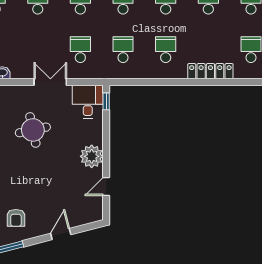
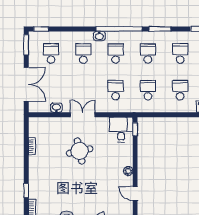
double door: (50, 82) -> (83, 115), moved
plant: (92, 156) -> (128, 171), width x0.53, depth x0.53
door: (106, 186) -> (135, 194), hinge flipped

